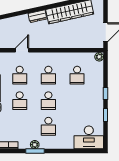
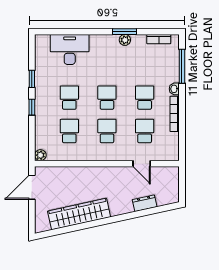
dresser: (37, 16) -> (145, 203), moved
door: (22, 50) -> (142, 164), hinge flipped
school desk: (48, 126) -> (69, 98), moved
desk: (89, 137) -> (70, 49), moved

